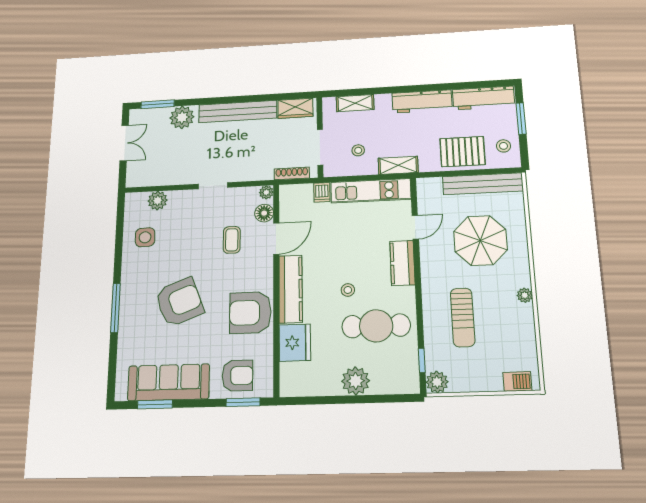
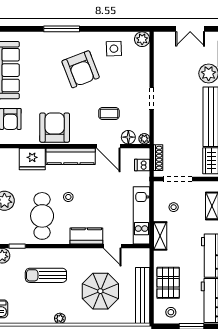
dishwasher: (322, 192) -> (142, 165), moved
plant: (158, 201) -> (142, 39), moved
armchair: (179, 302) -> (81, 69), moved

